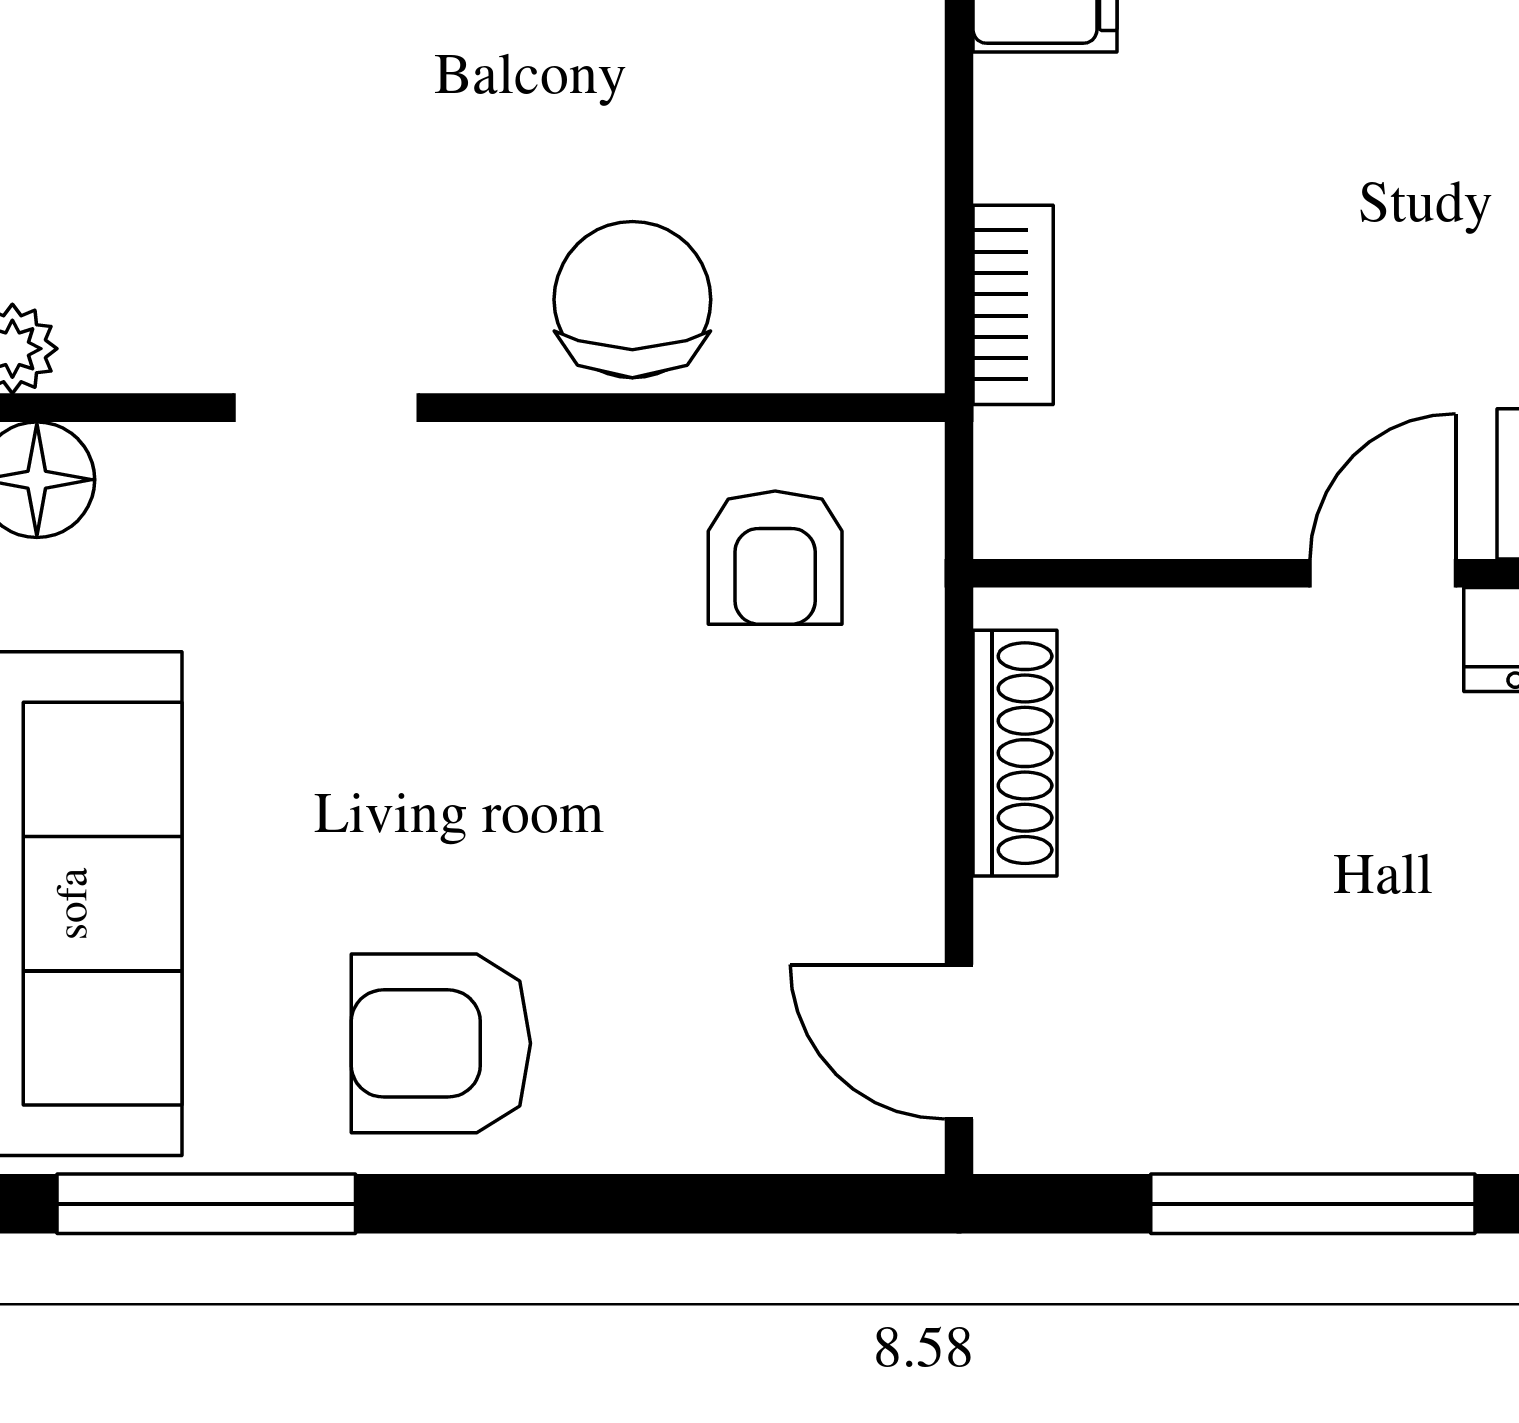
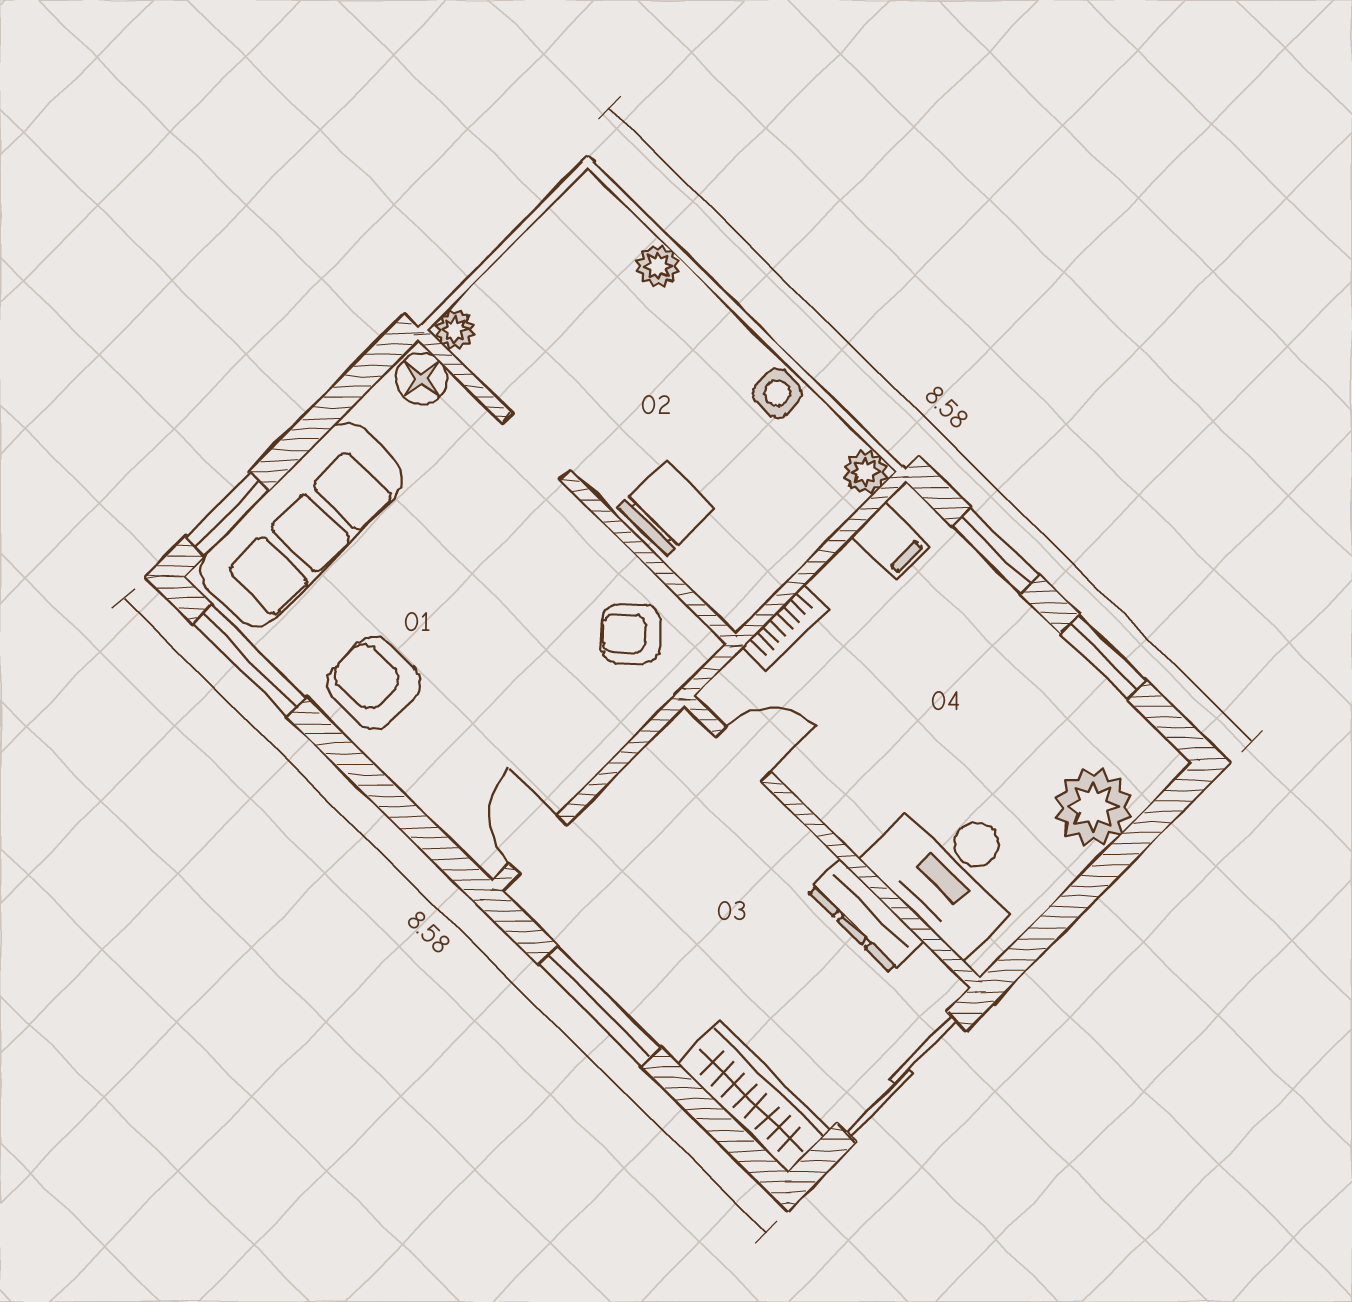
armchair: (775, 558) -> (631, 634), turned 46
door: (1383, 573) -> (743, 754), moved
shoe rack: (1015, 753) -> (646, 770), removed

